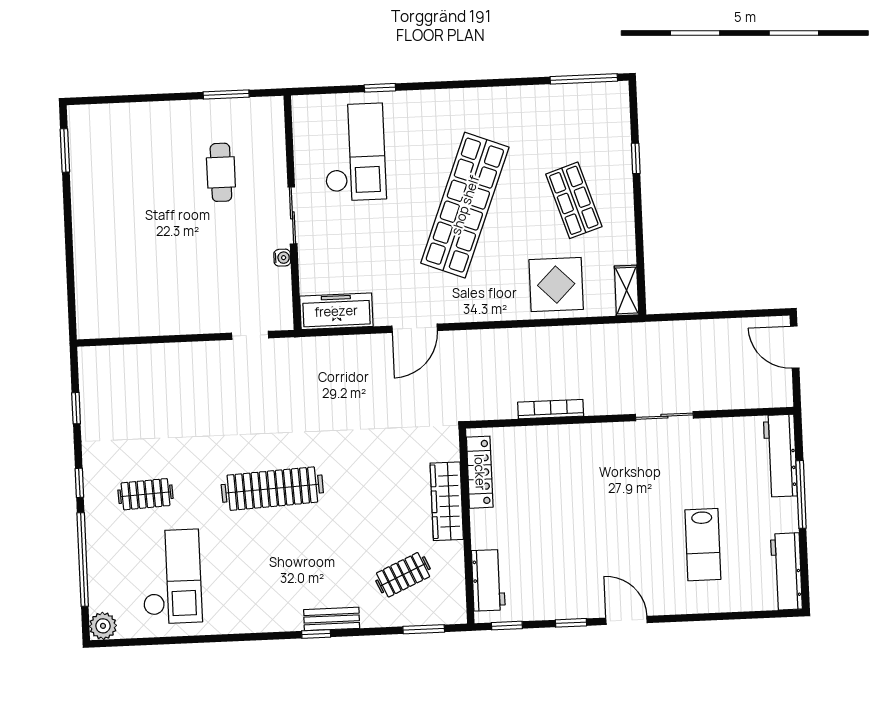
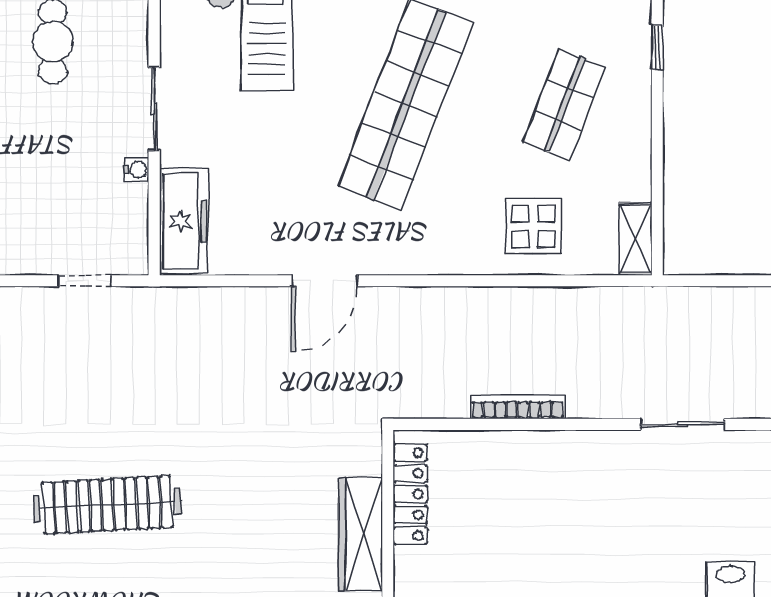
shop shelf: (574, 200) -> (564, 105), turned 39
display table: (556, 285) -> (533, 226), width x0.73, depth x0.73
freezer: (336, 311) -> (184, 221), moved, turned 90

